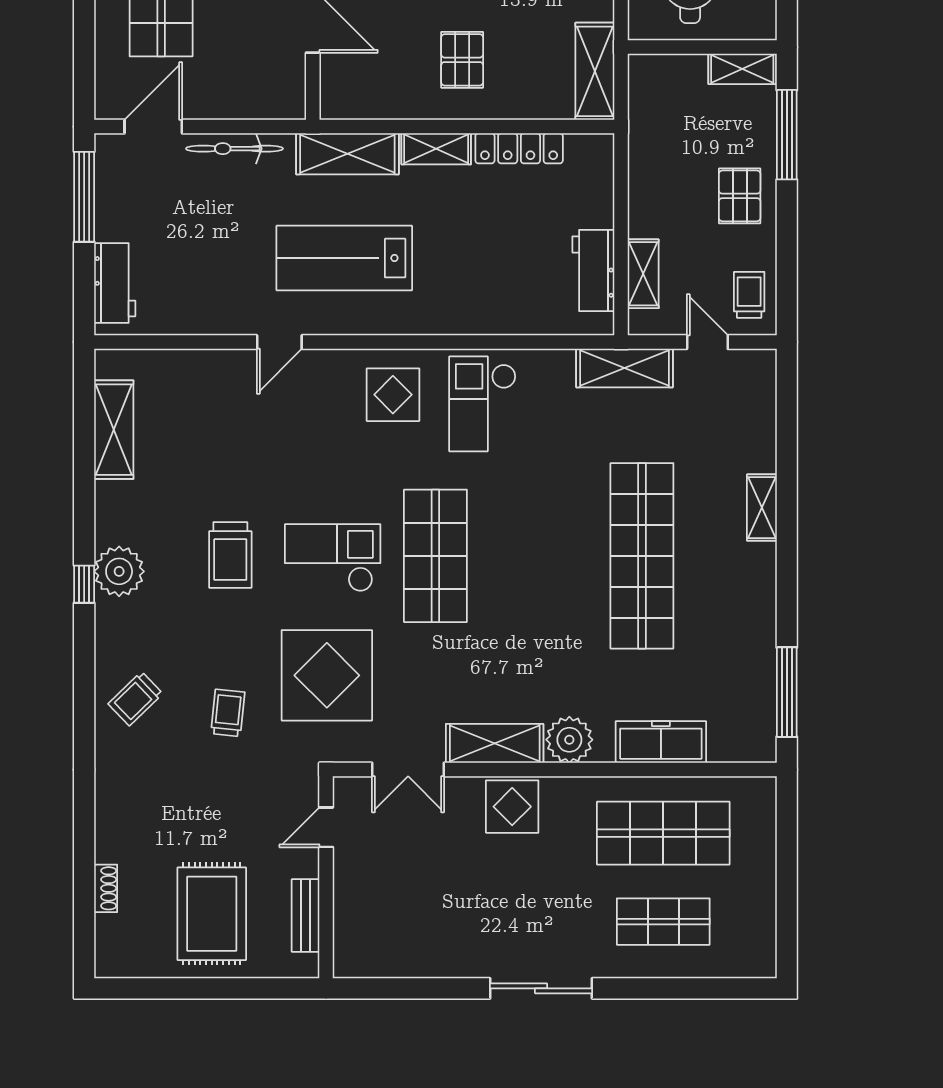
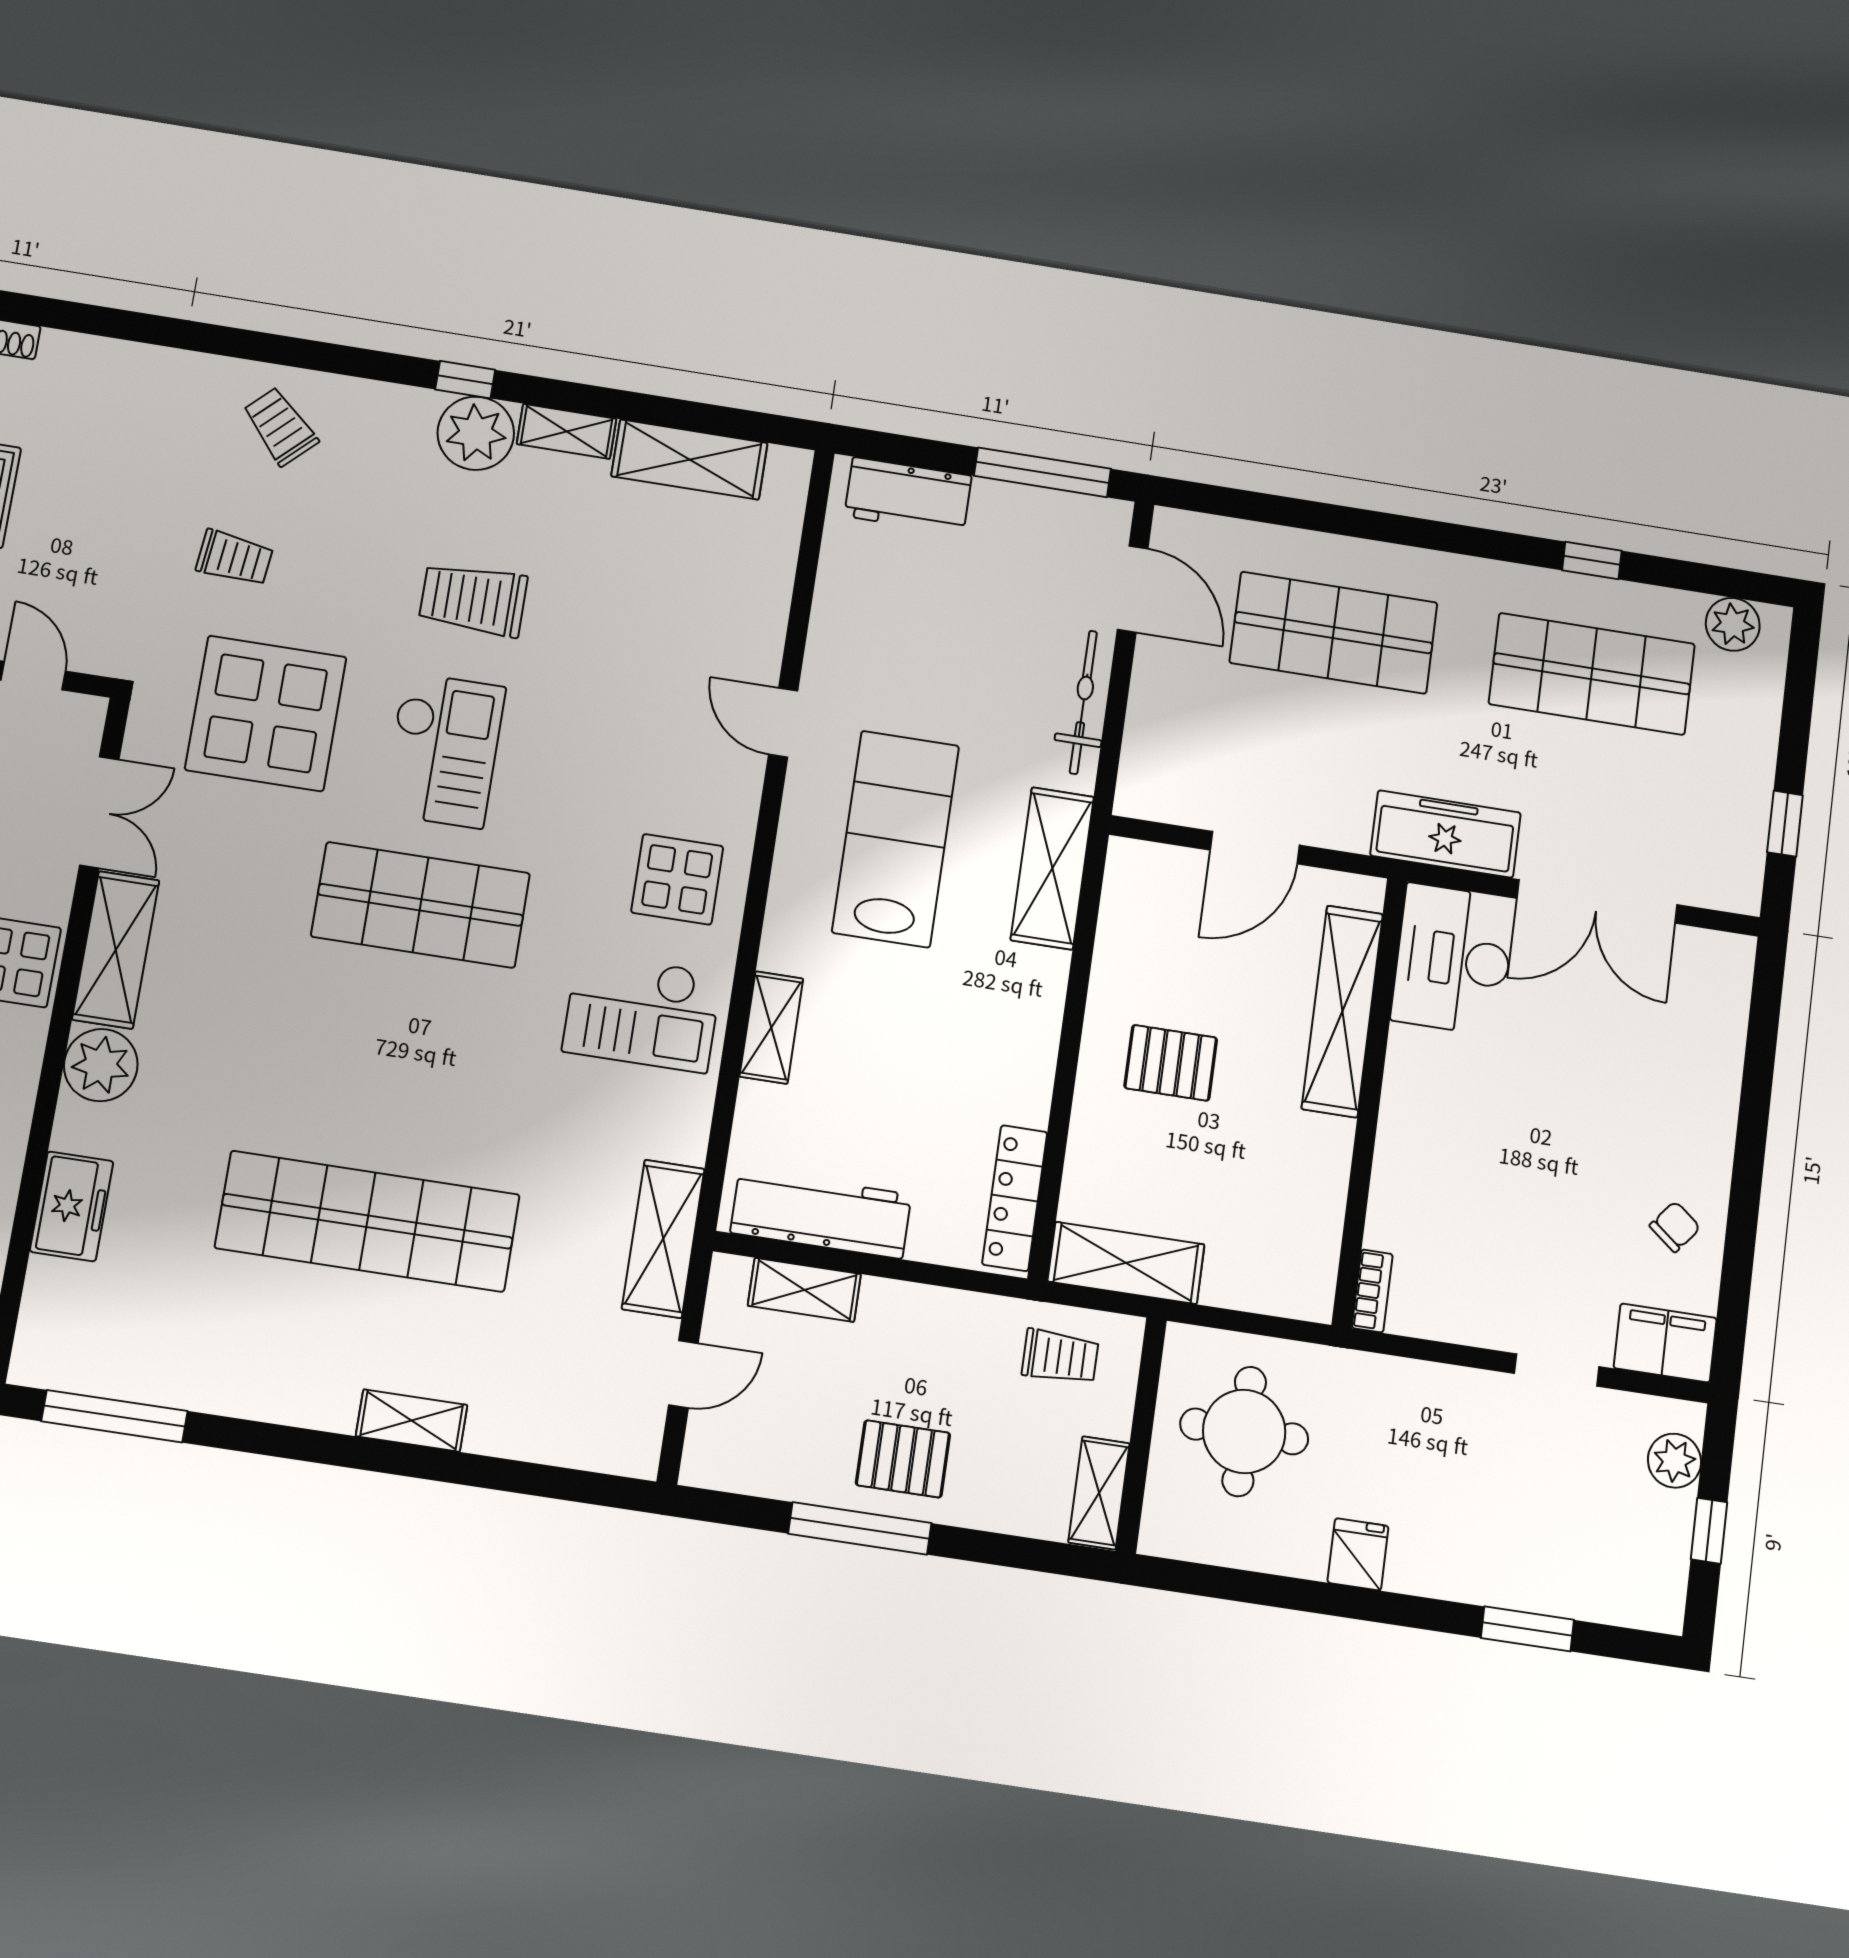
window: (787, 135) -> (860, 1528), moved
locker: (519, 148) -> (1015, 1198), moved
shelving: (436, 149) -> (771, 1028), moved
workbench: (593, 270) -> (821, 1214), width x1.37
trolley: (749, 295) -> (1060, 1357), moved
checkout: (482, 404) -> (642, 1012), turned 180
shelving: (108, 513) -> (567, 431), added
freezer: (661, 742) -> (72, 1206), width x0.71
double door: (408, 770) -> (99, 812), swing flipped

